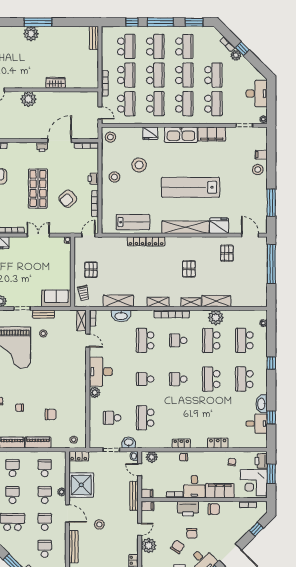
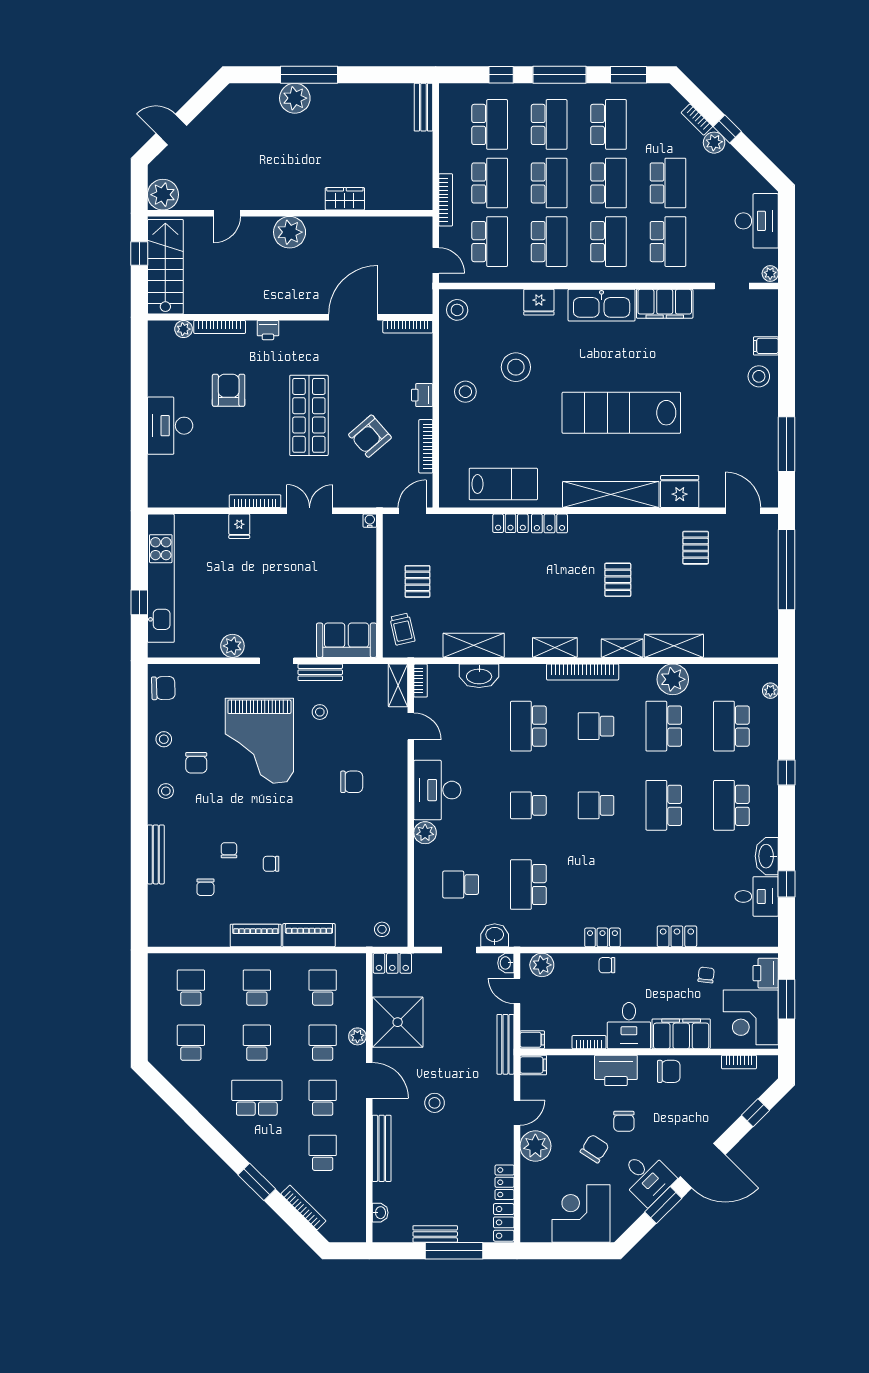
printer: (42, 147) -> (268, 330), moved
chair: (51, 414) -> (352, 782), moved

